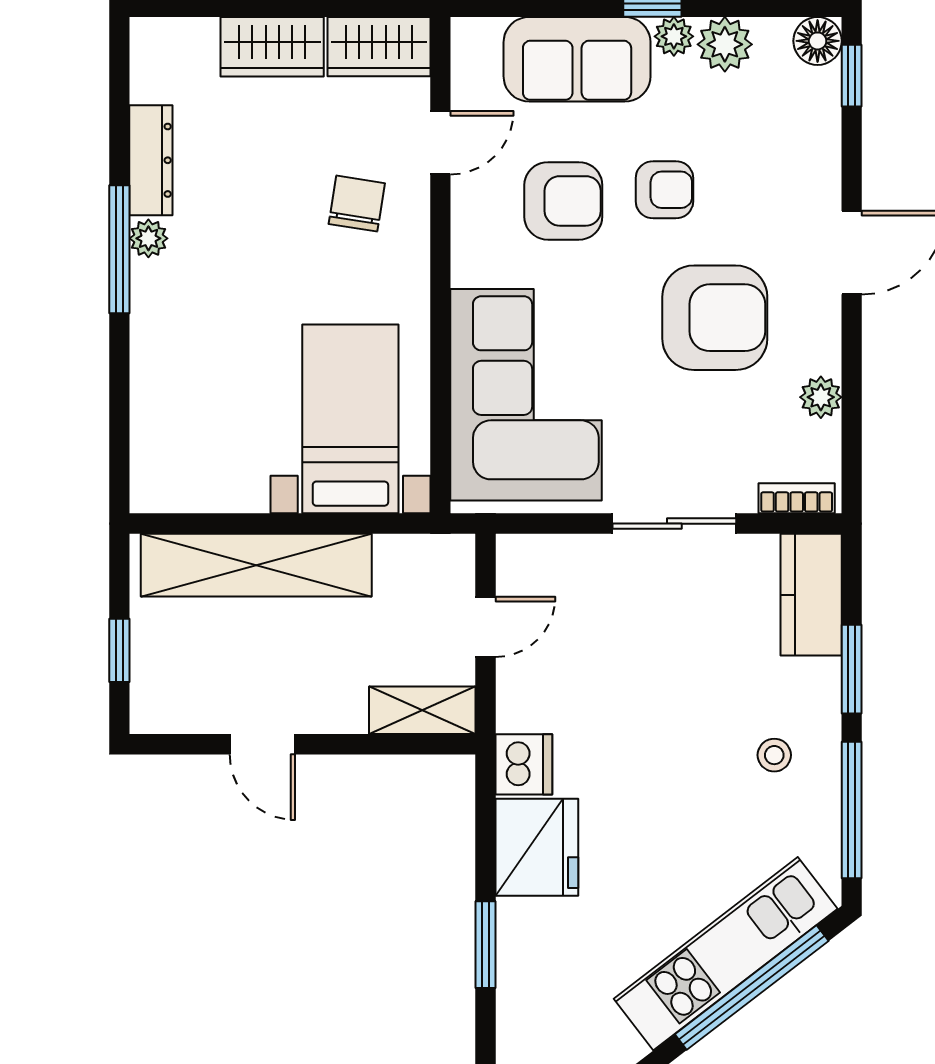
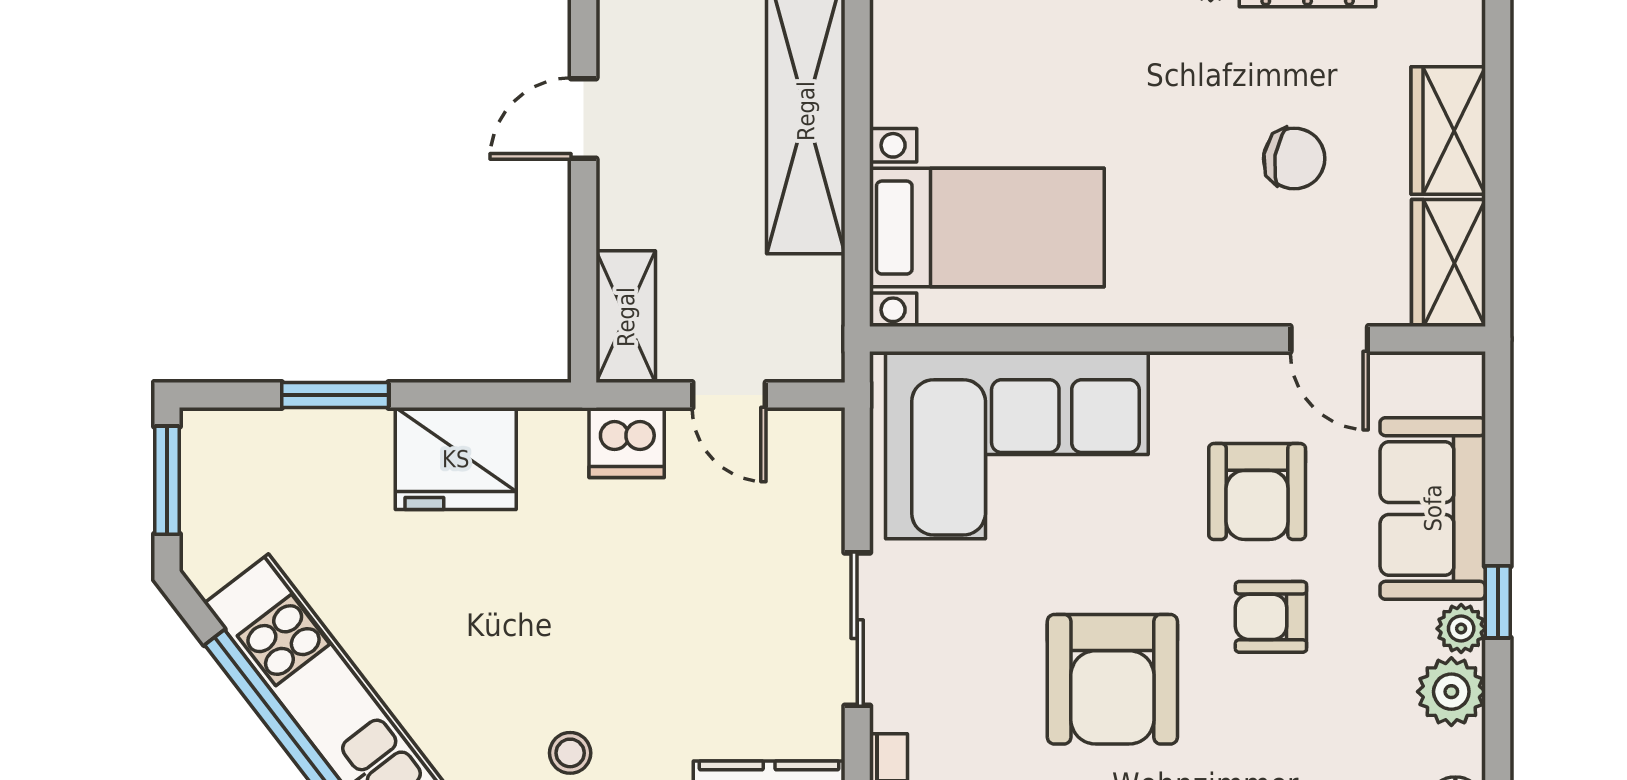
armchair: (664, 190) -> (1271, 617), turned 90
chair: (357, 204) -> (1294, 159), moved
dishwasher: (524, 764) -> (627, 443), moved

